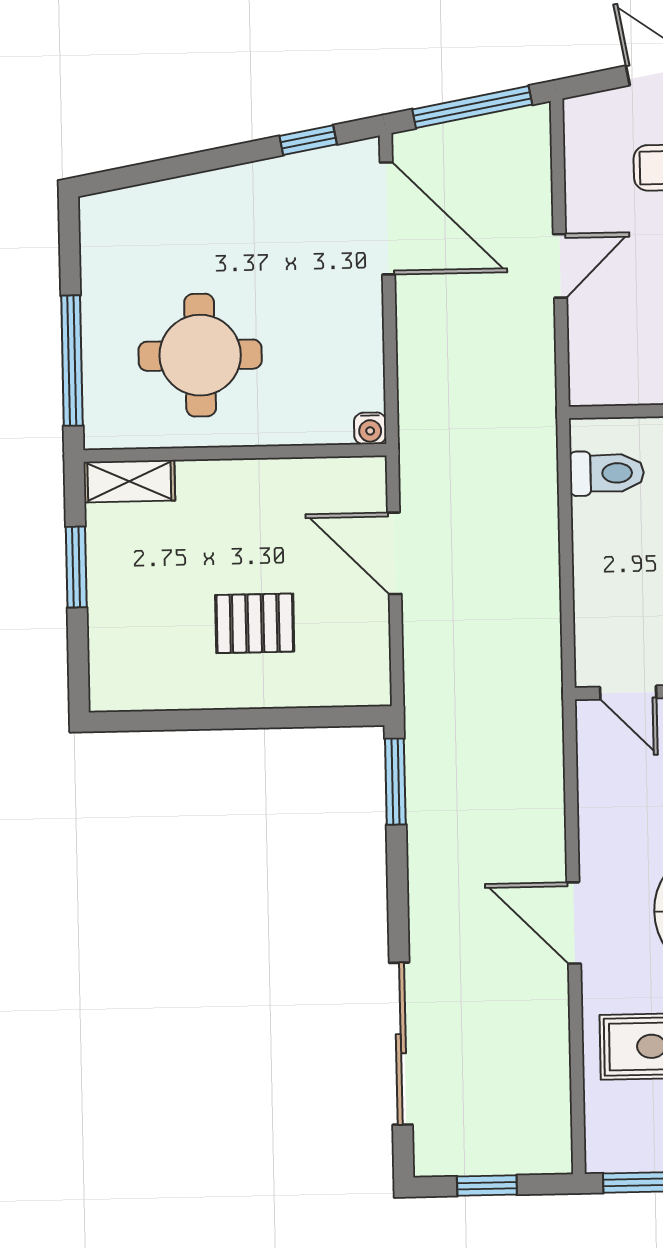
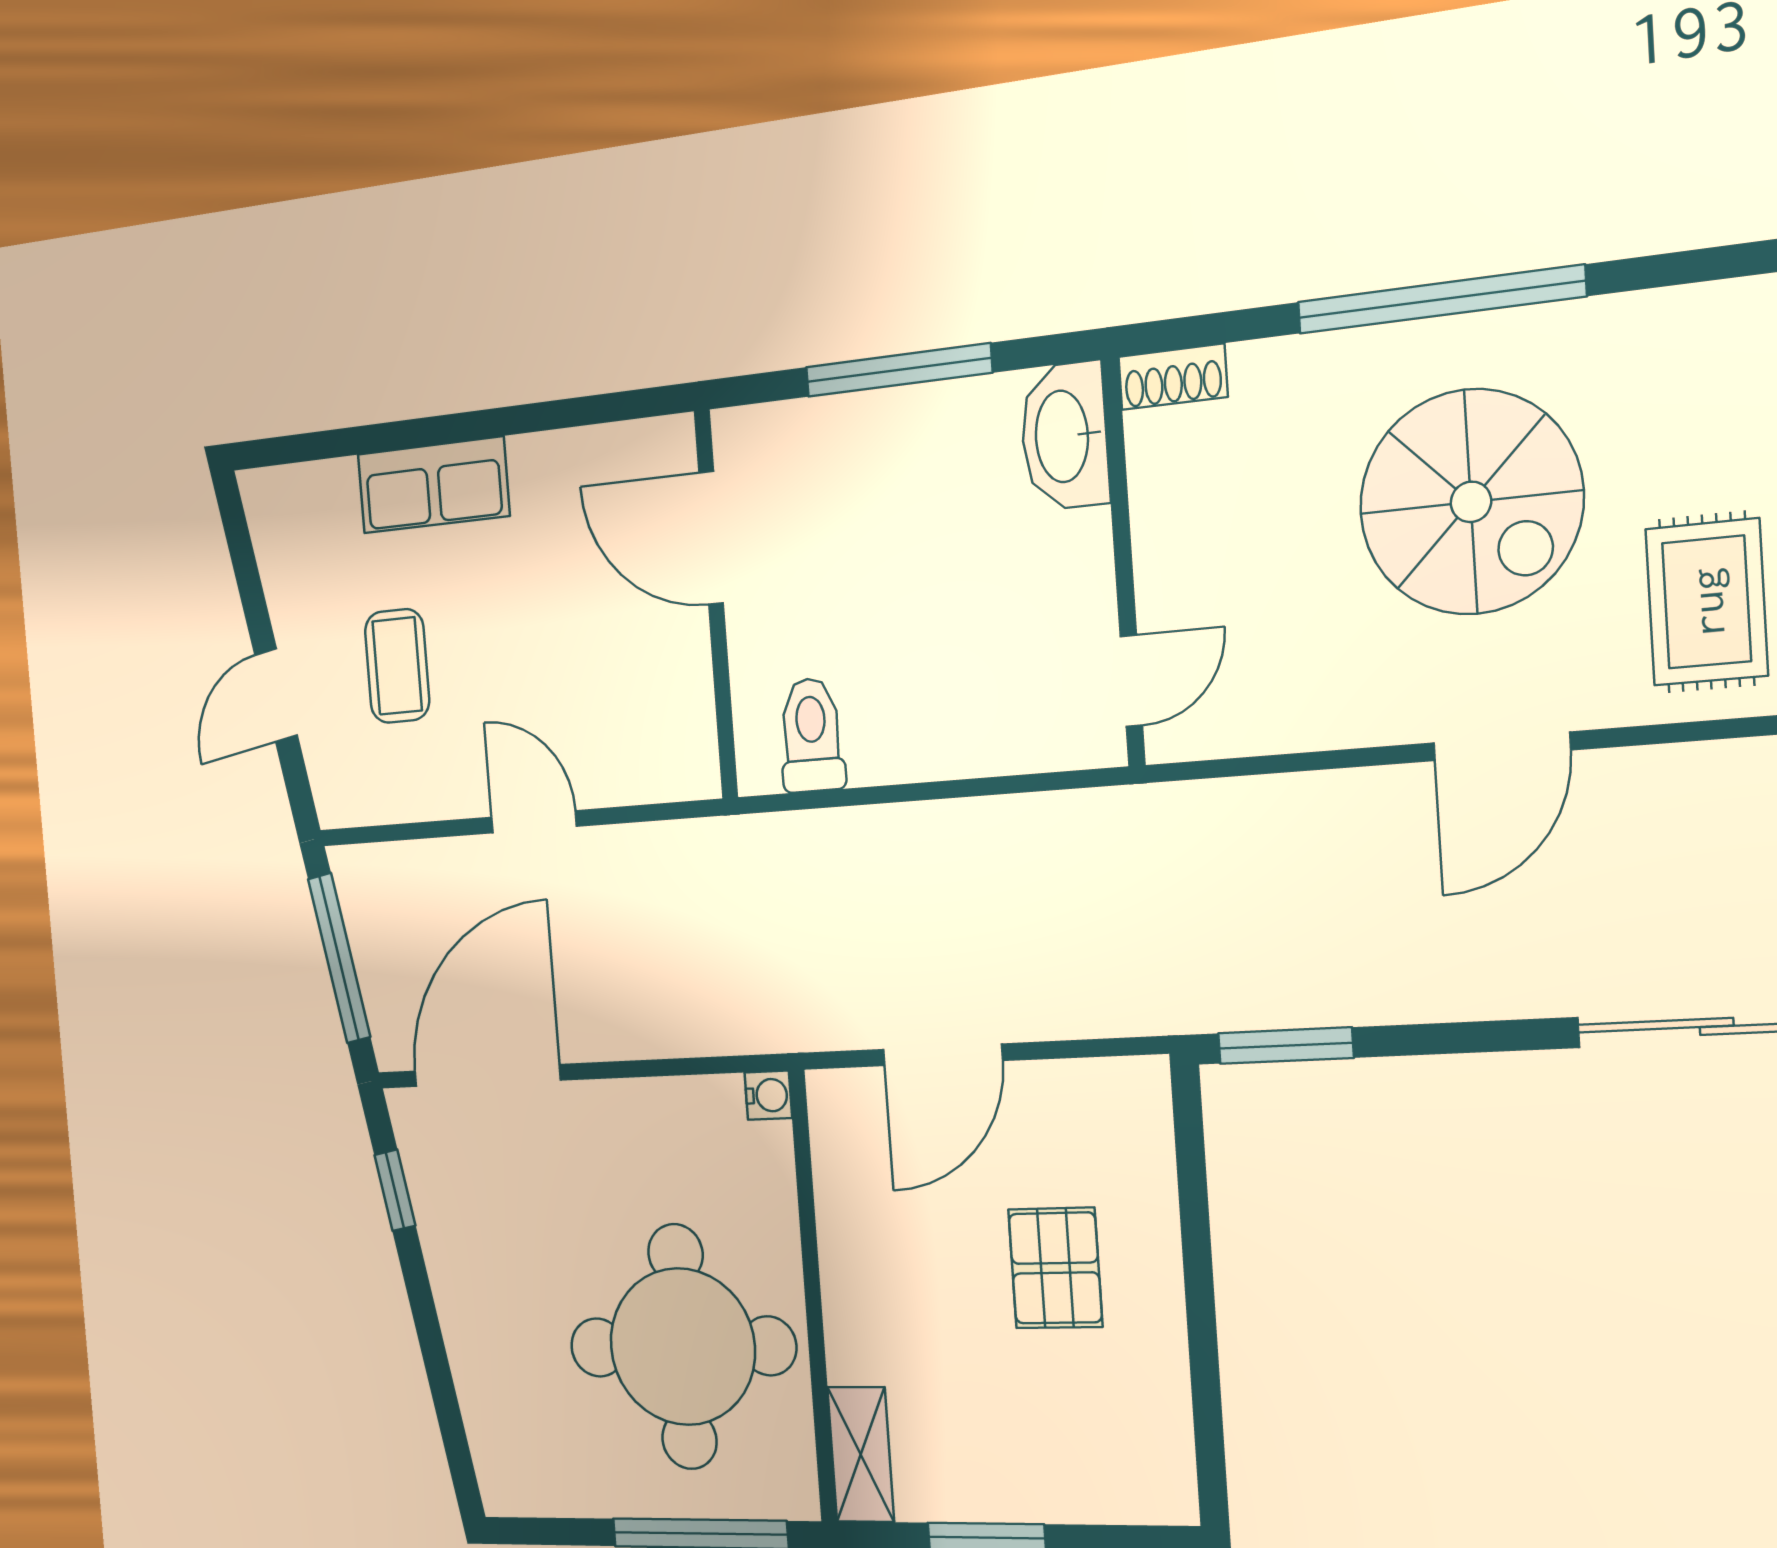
round table: (200, 355) -> (682, 1347), width x1.36, depth x1.36

